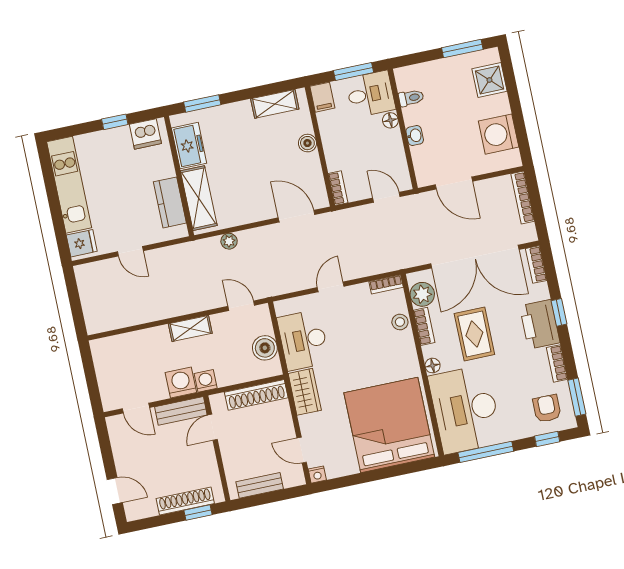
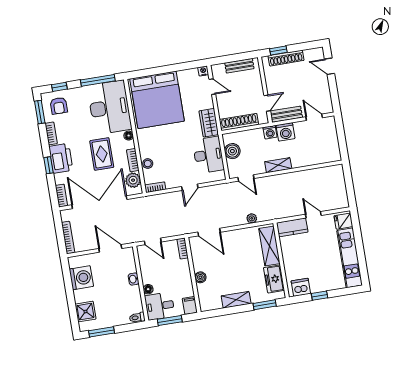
toilet: (411, 98) -> (137, 317), moved
shelving: (275, 104) -> (236, 300), moved
kitchen counter: (170, 202) -> (292, 227), moved, turned 90

